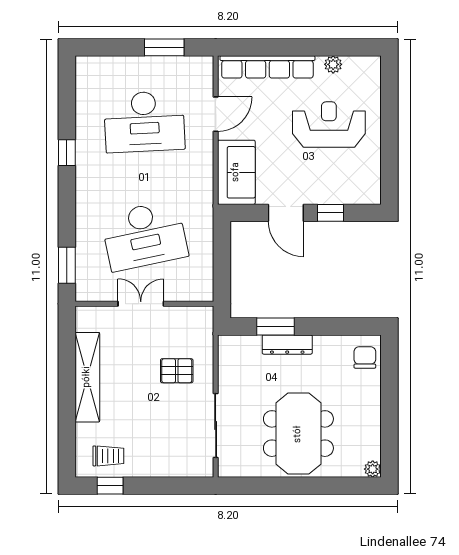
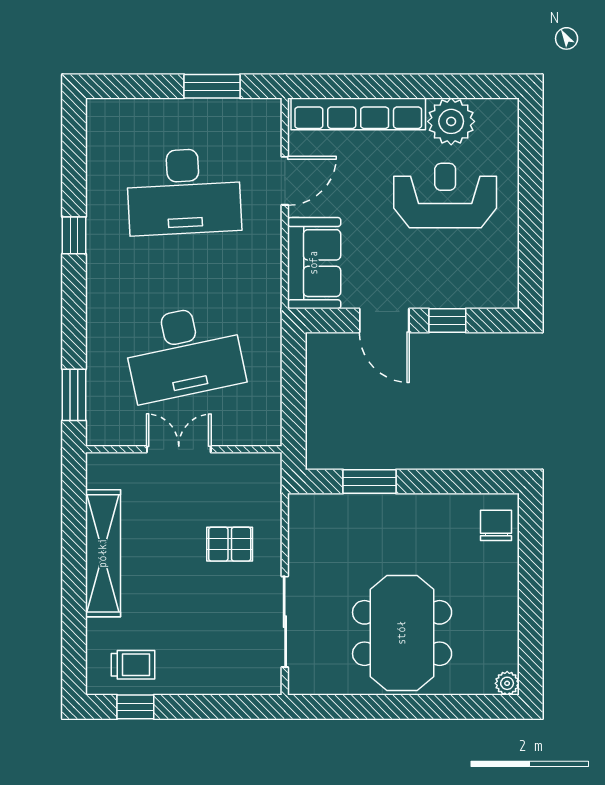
plant: (333, 64) -> (451, 121), width x1.88, depth x1.88
dresser: (287, 345) -> (386, 507), removed

